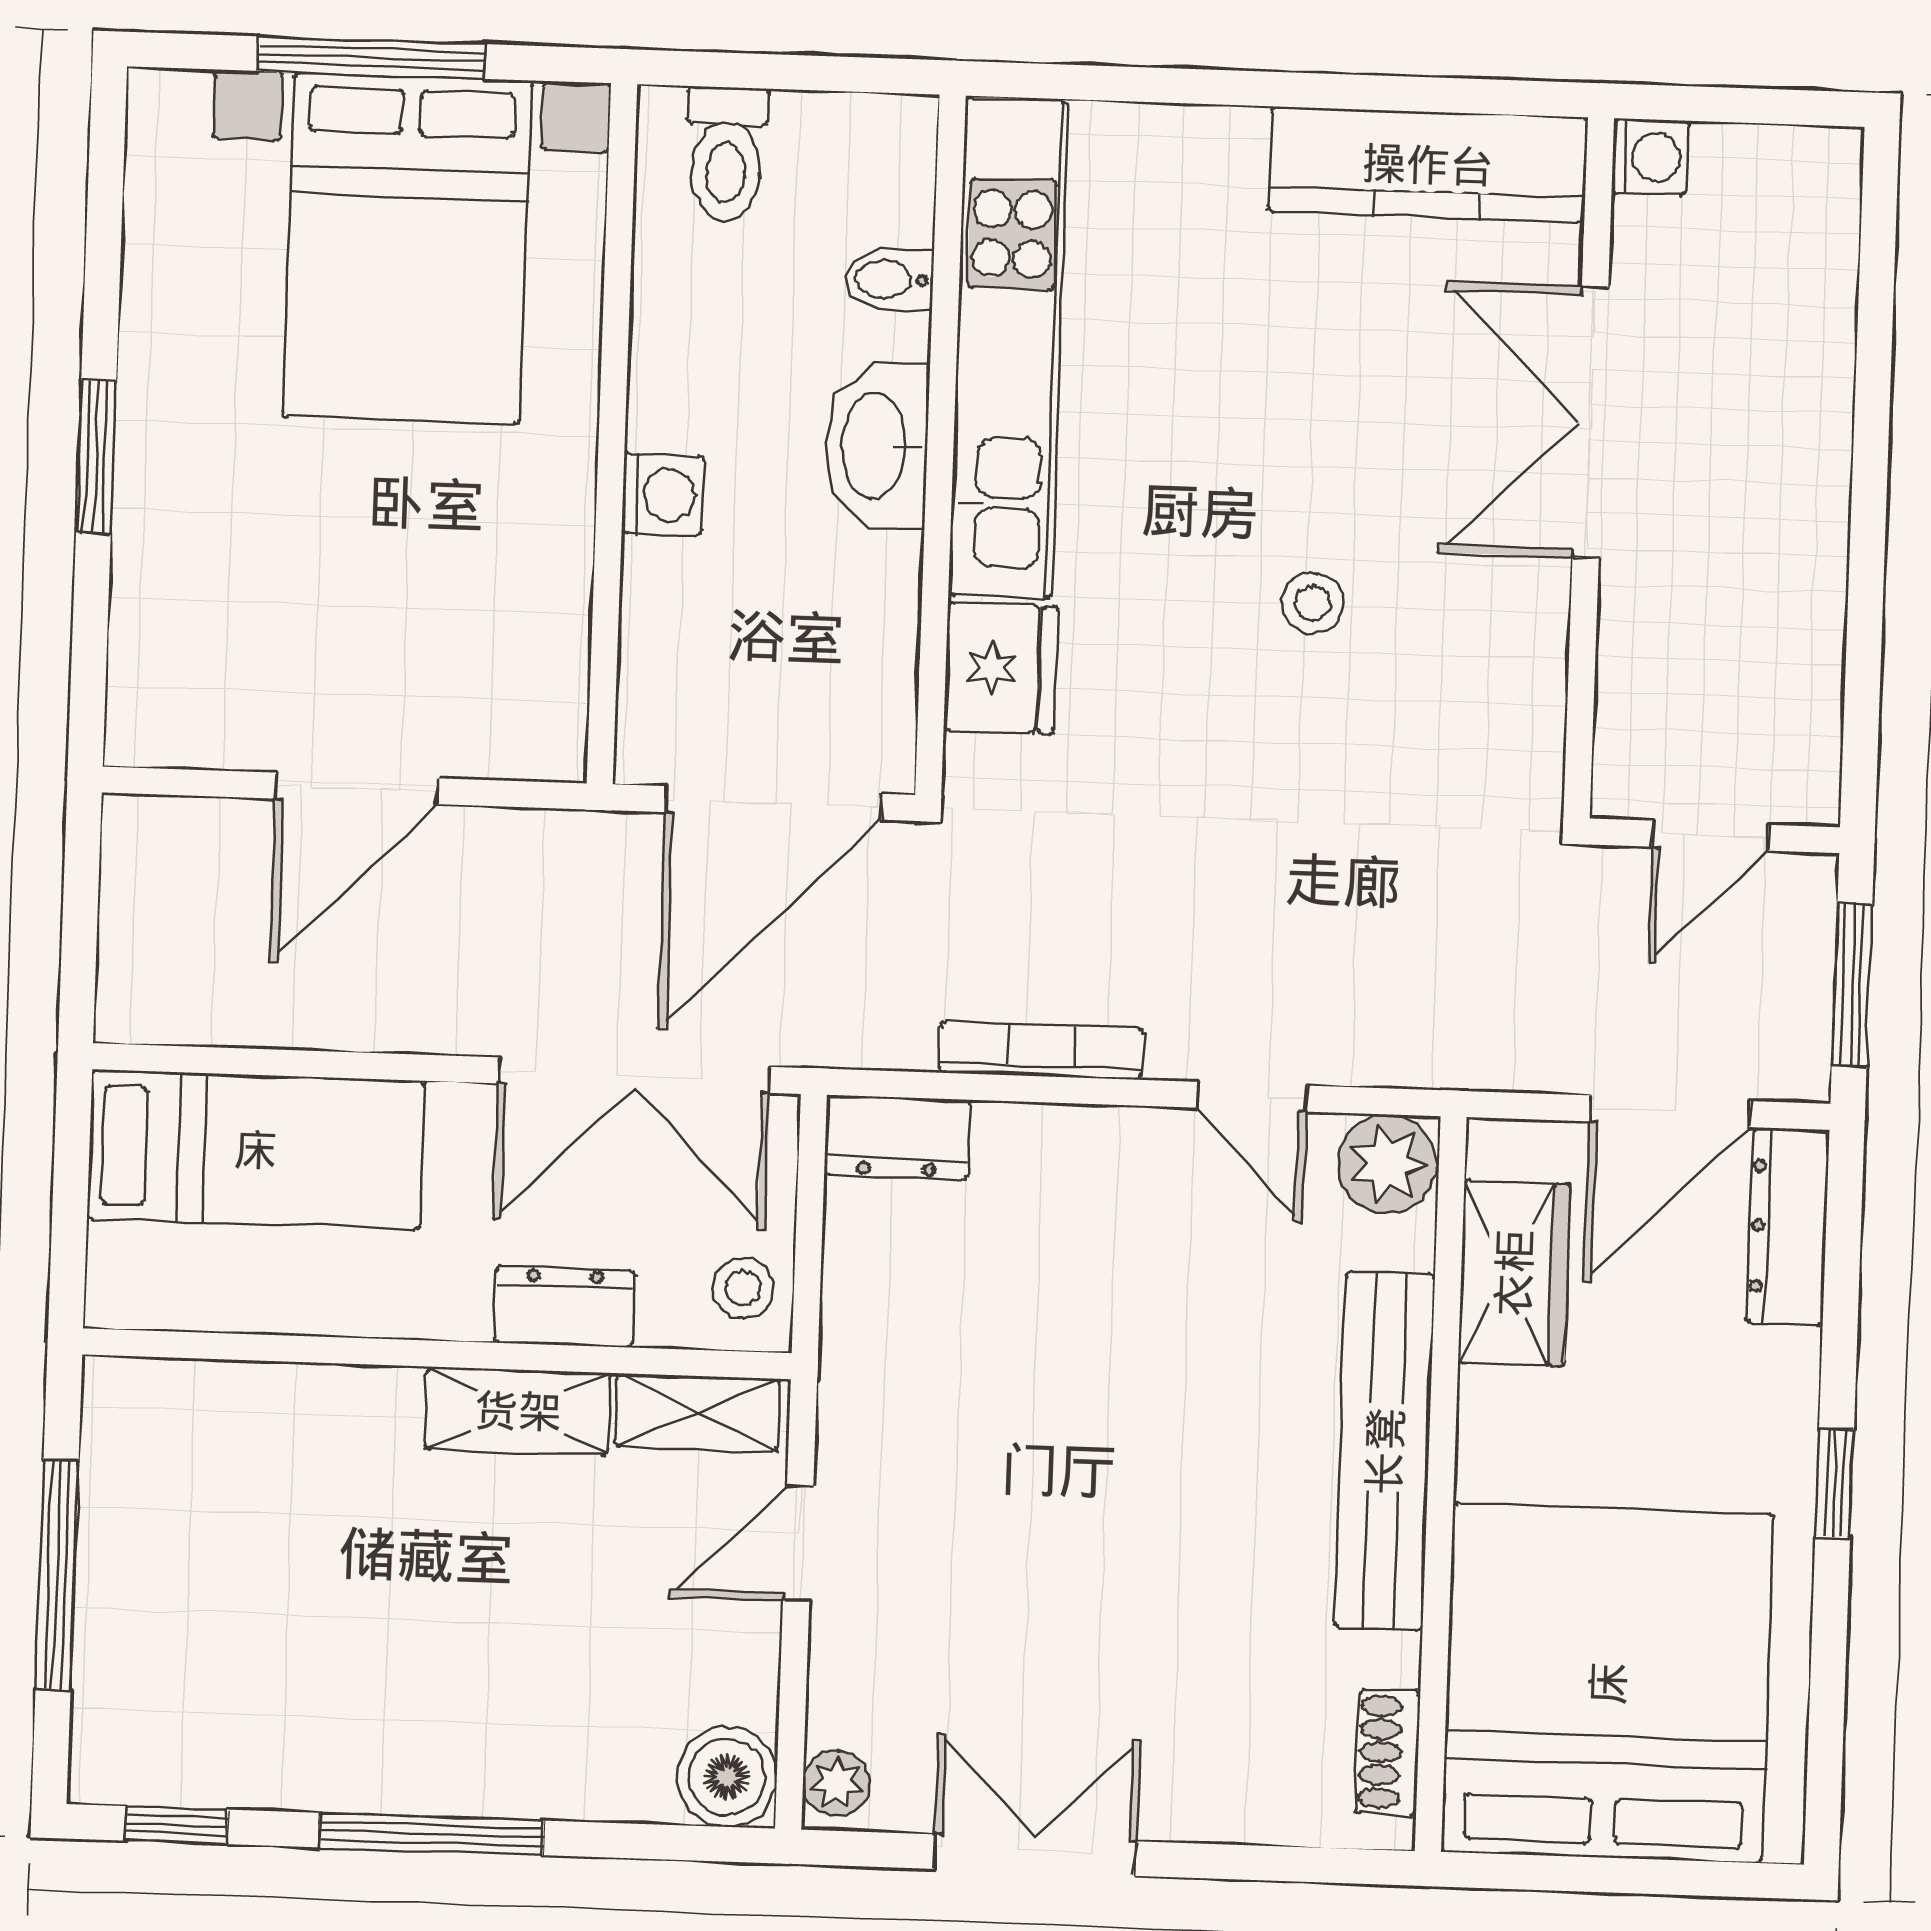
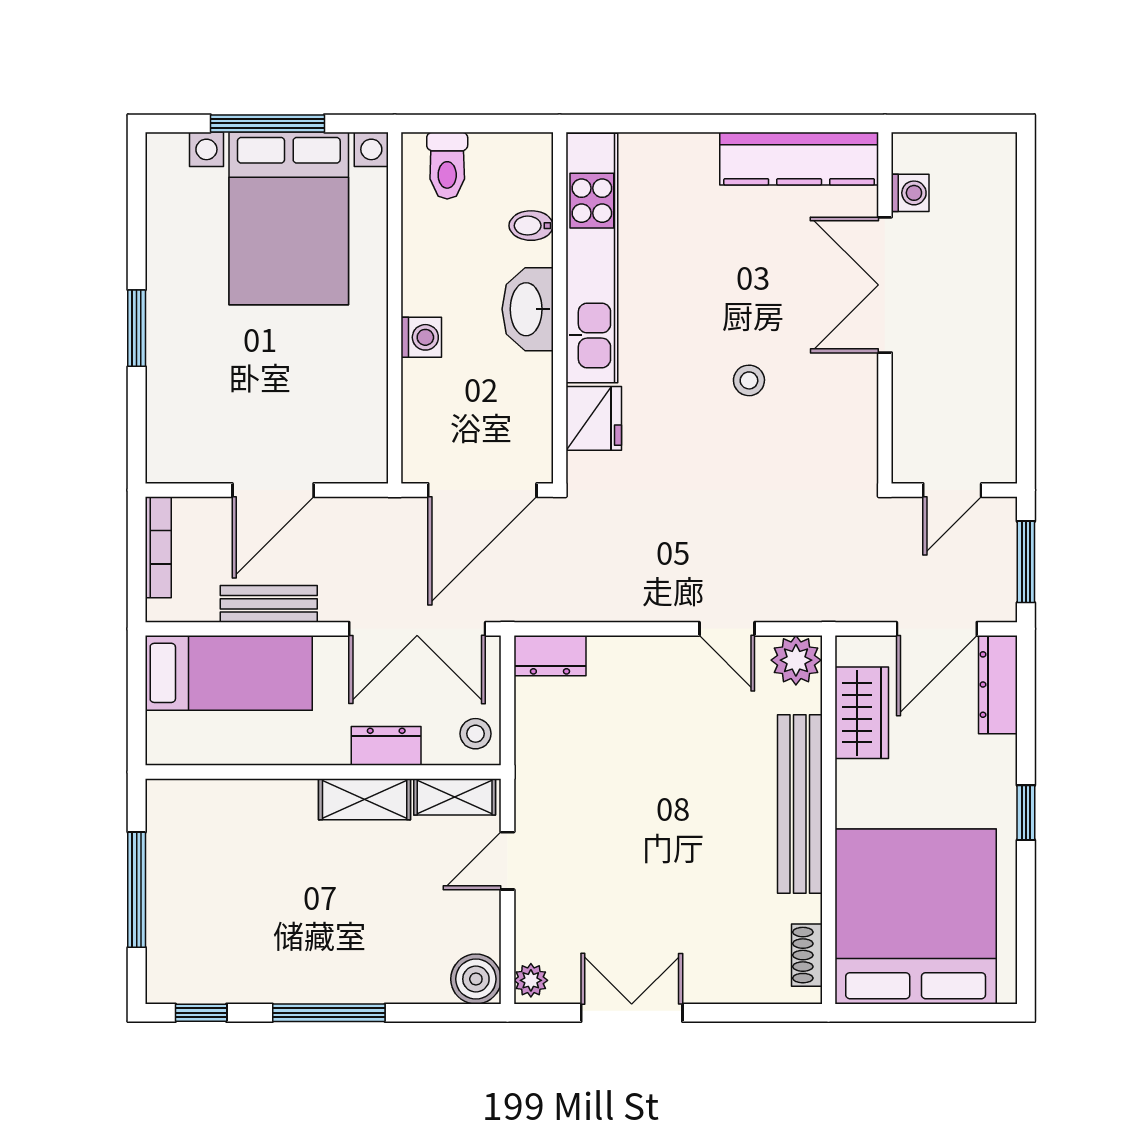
washing machine: (1650, 157) -> (910, 193), moved
bench: (340, 1015) -> (269, 604), added
bookcase: (1041, 1050) -> (158, 547), moved, turned 90

